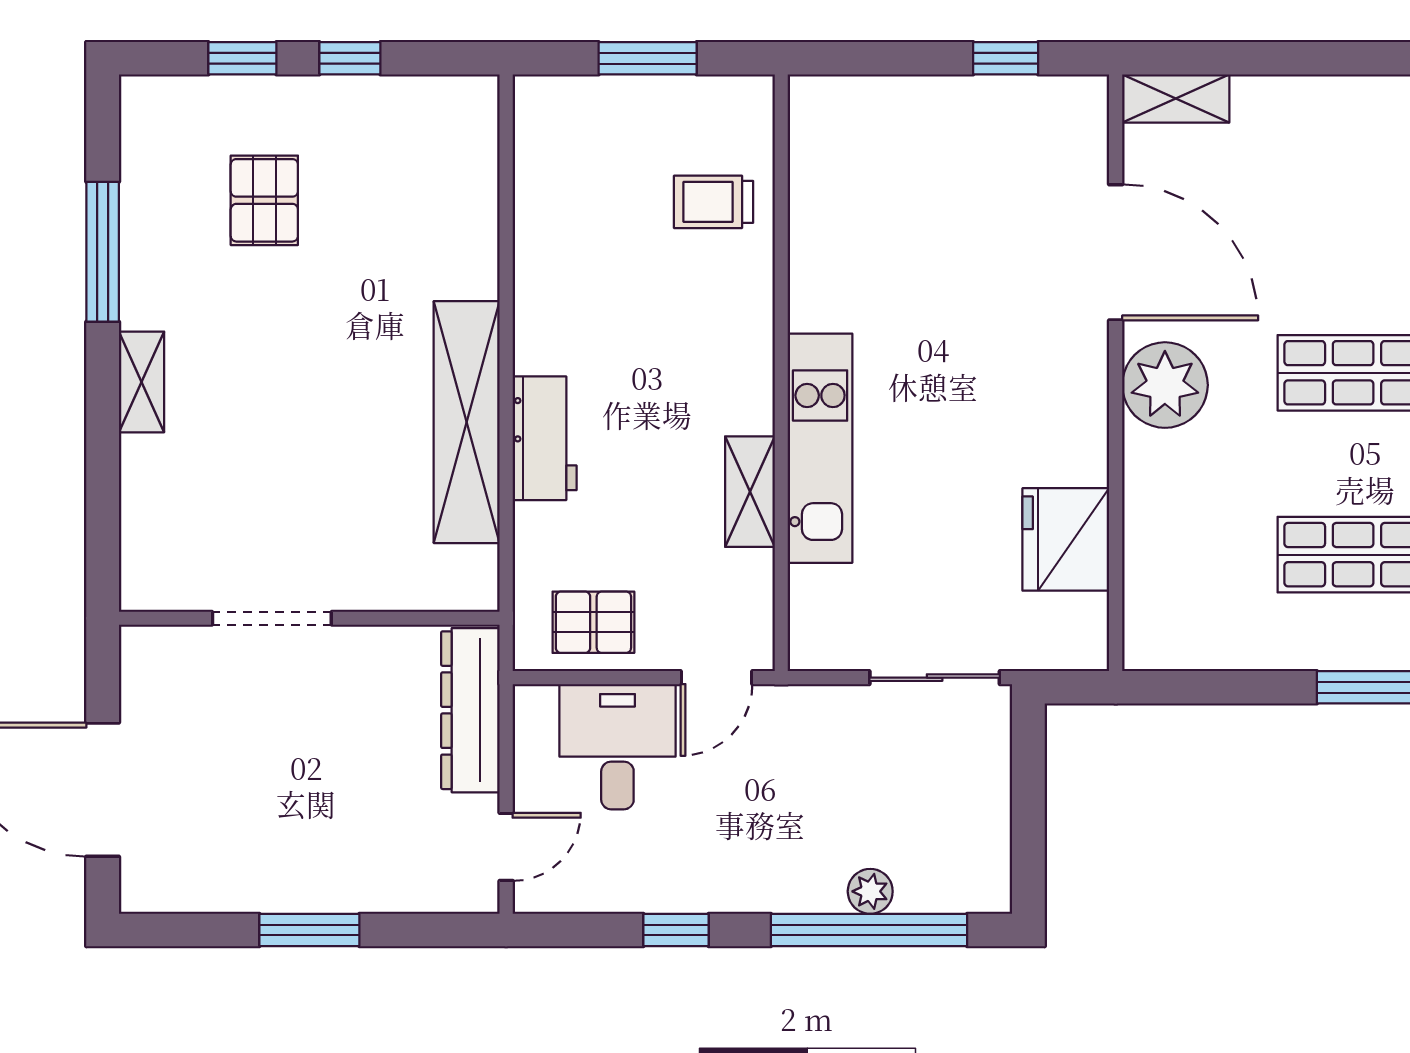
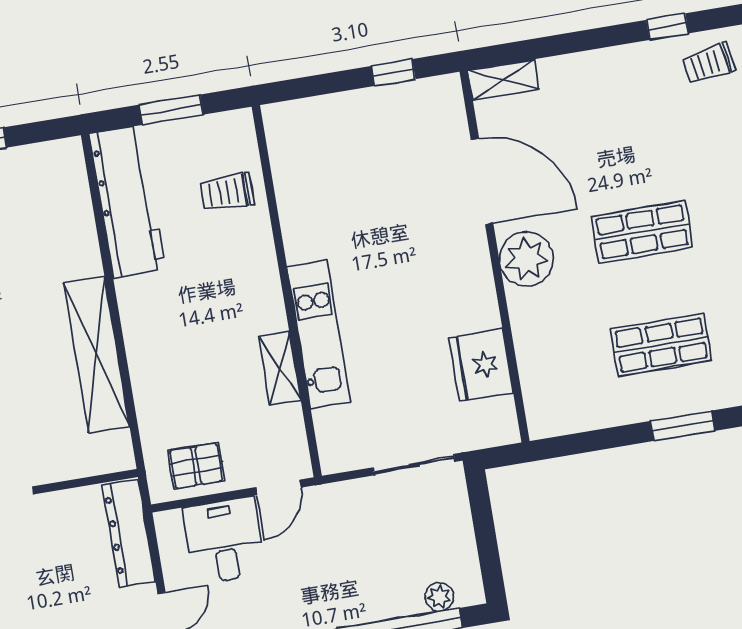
workbench: (545, 438) -> (127, 201), moved, width x1.88, depth x1.32
plant: (870, 891) -> (439, 597), moved

